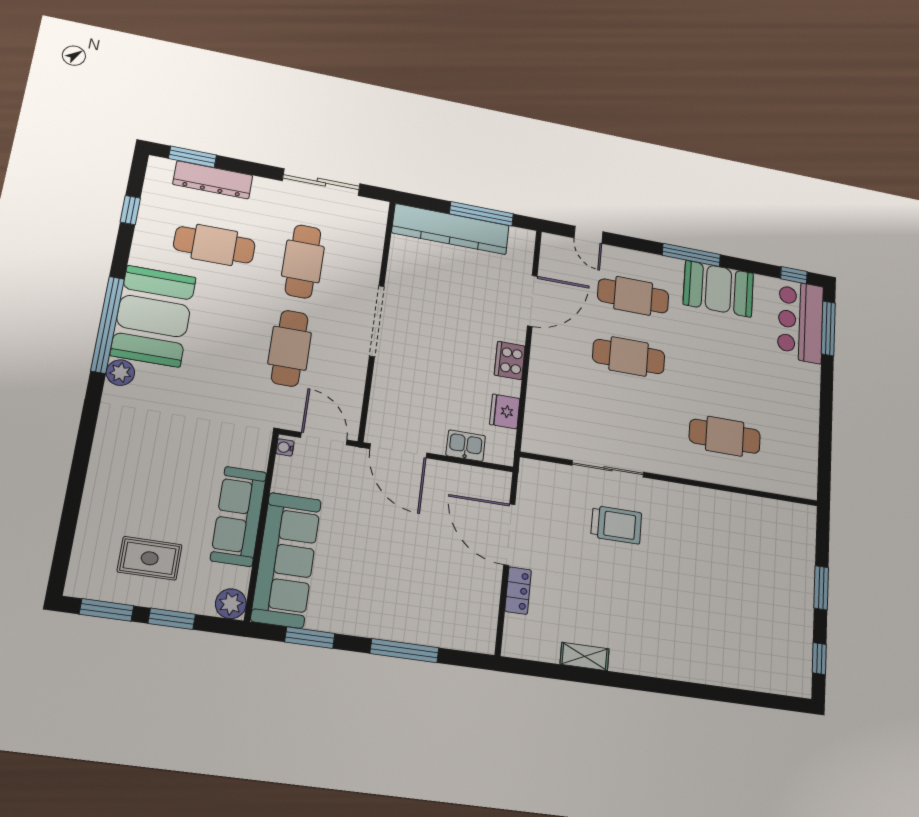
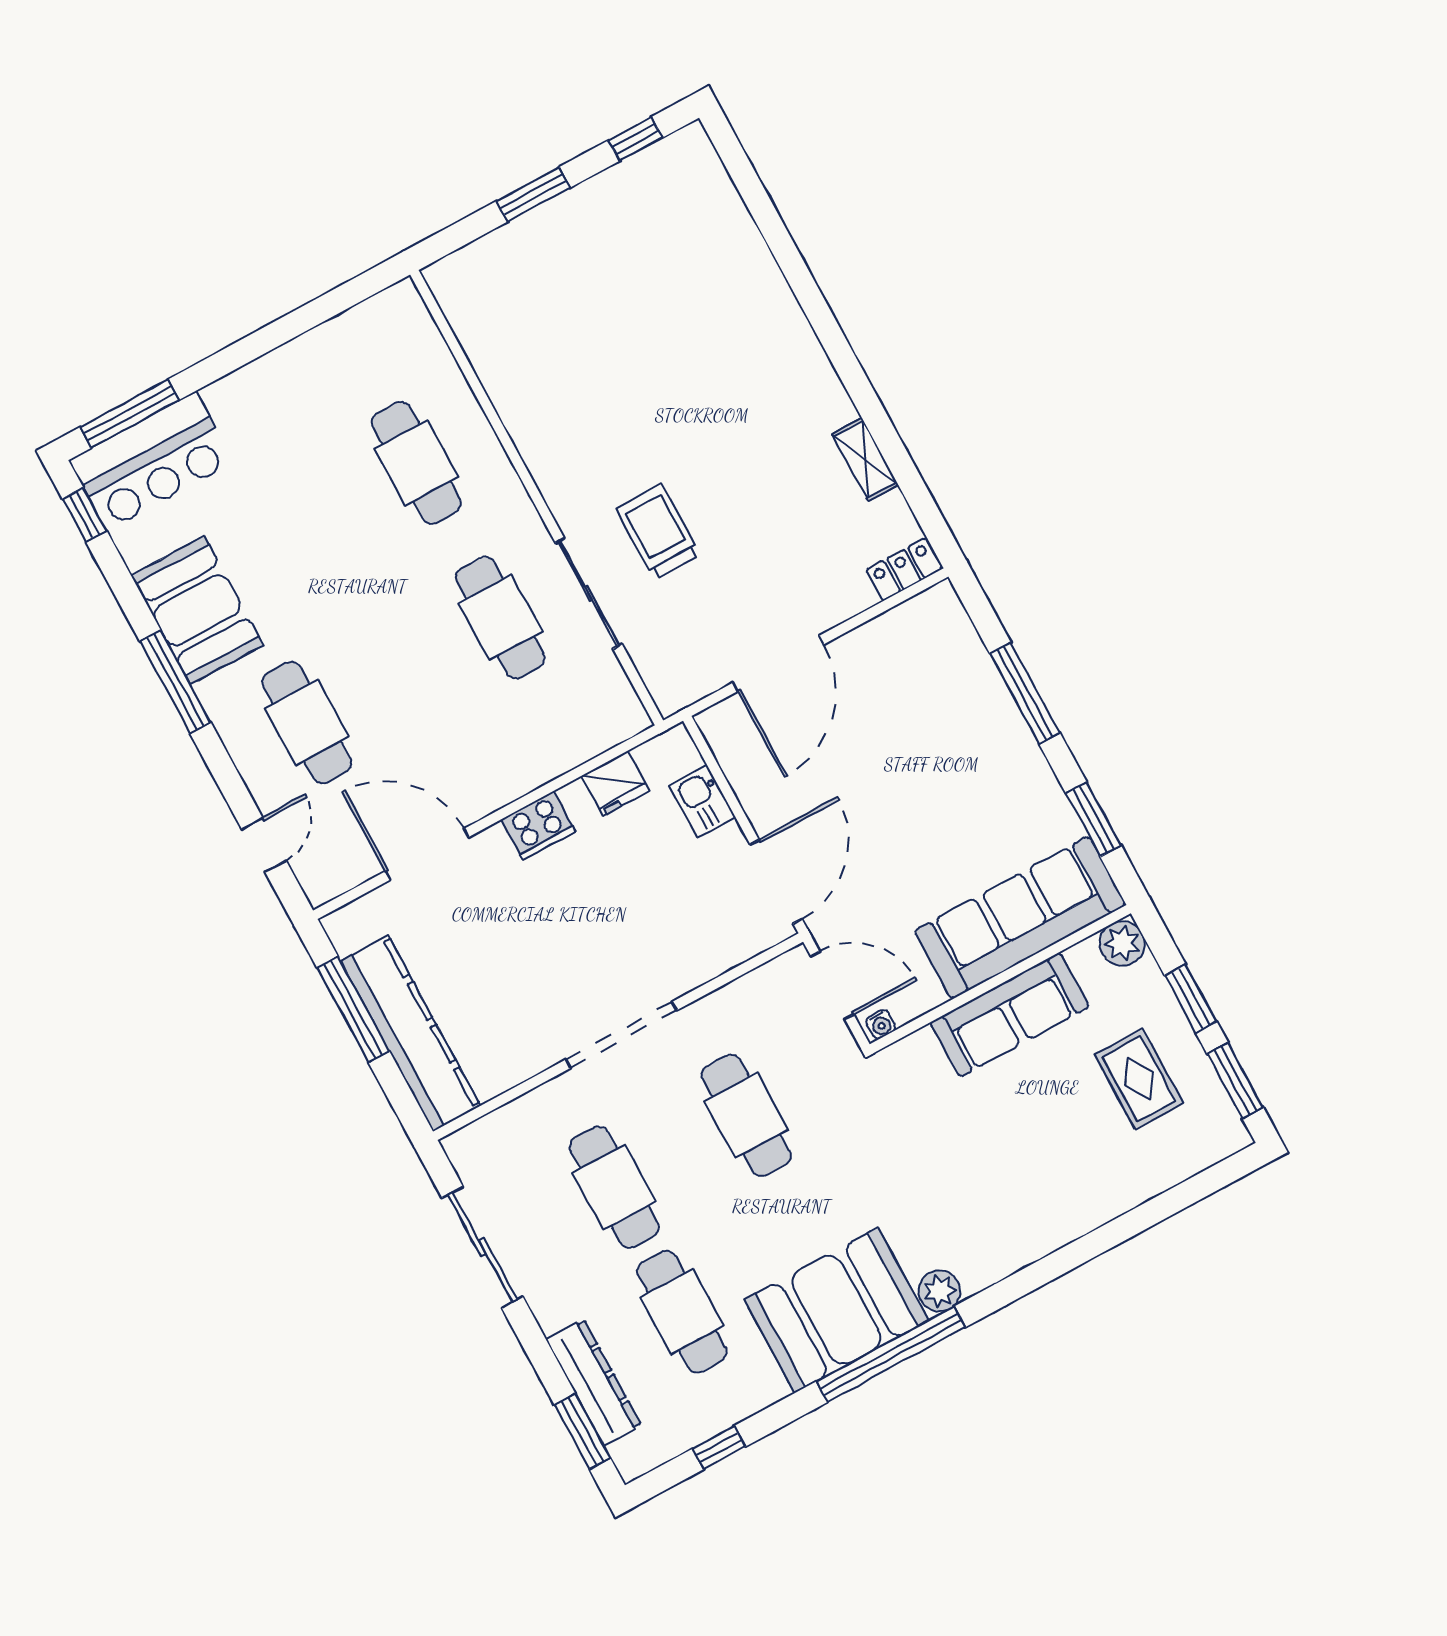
cafe table: (303, 261) -> (614, 1187), turned 90
cafe table: (290, 348) -> (746, 1115), turned 90
cafe table: (629, 356) -> (500, 618), moved
door: (324, 439) -> (832, 985), swing flipped
locker: (518, 591) -> (904, 570), moved

